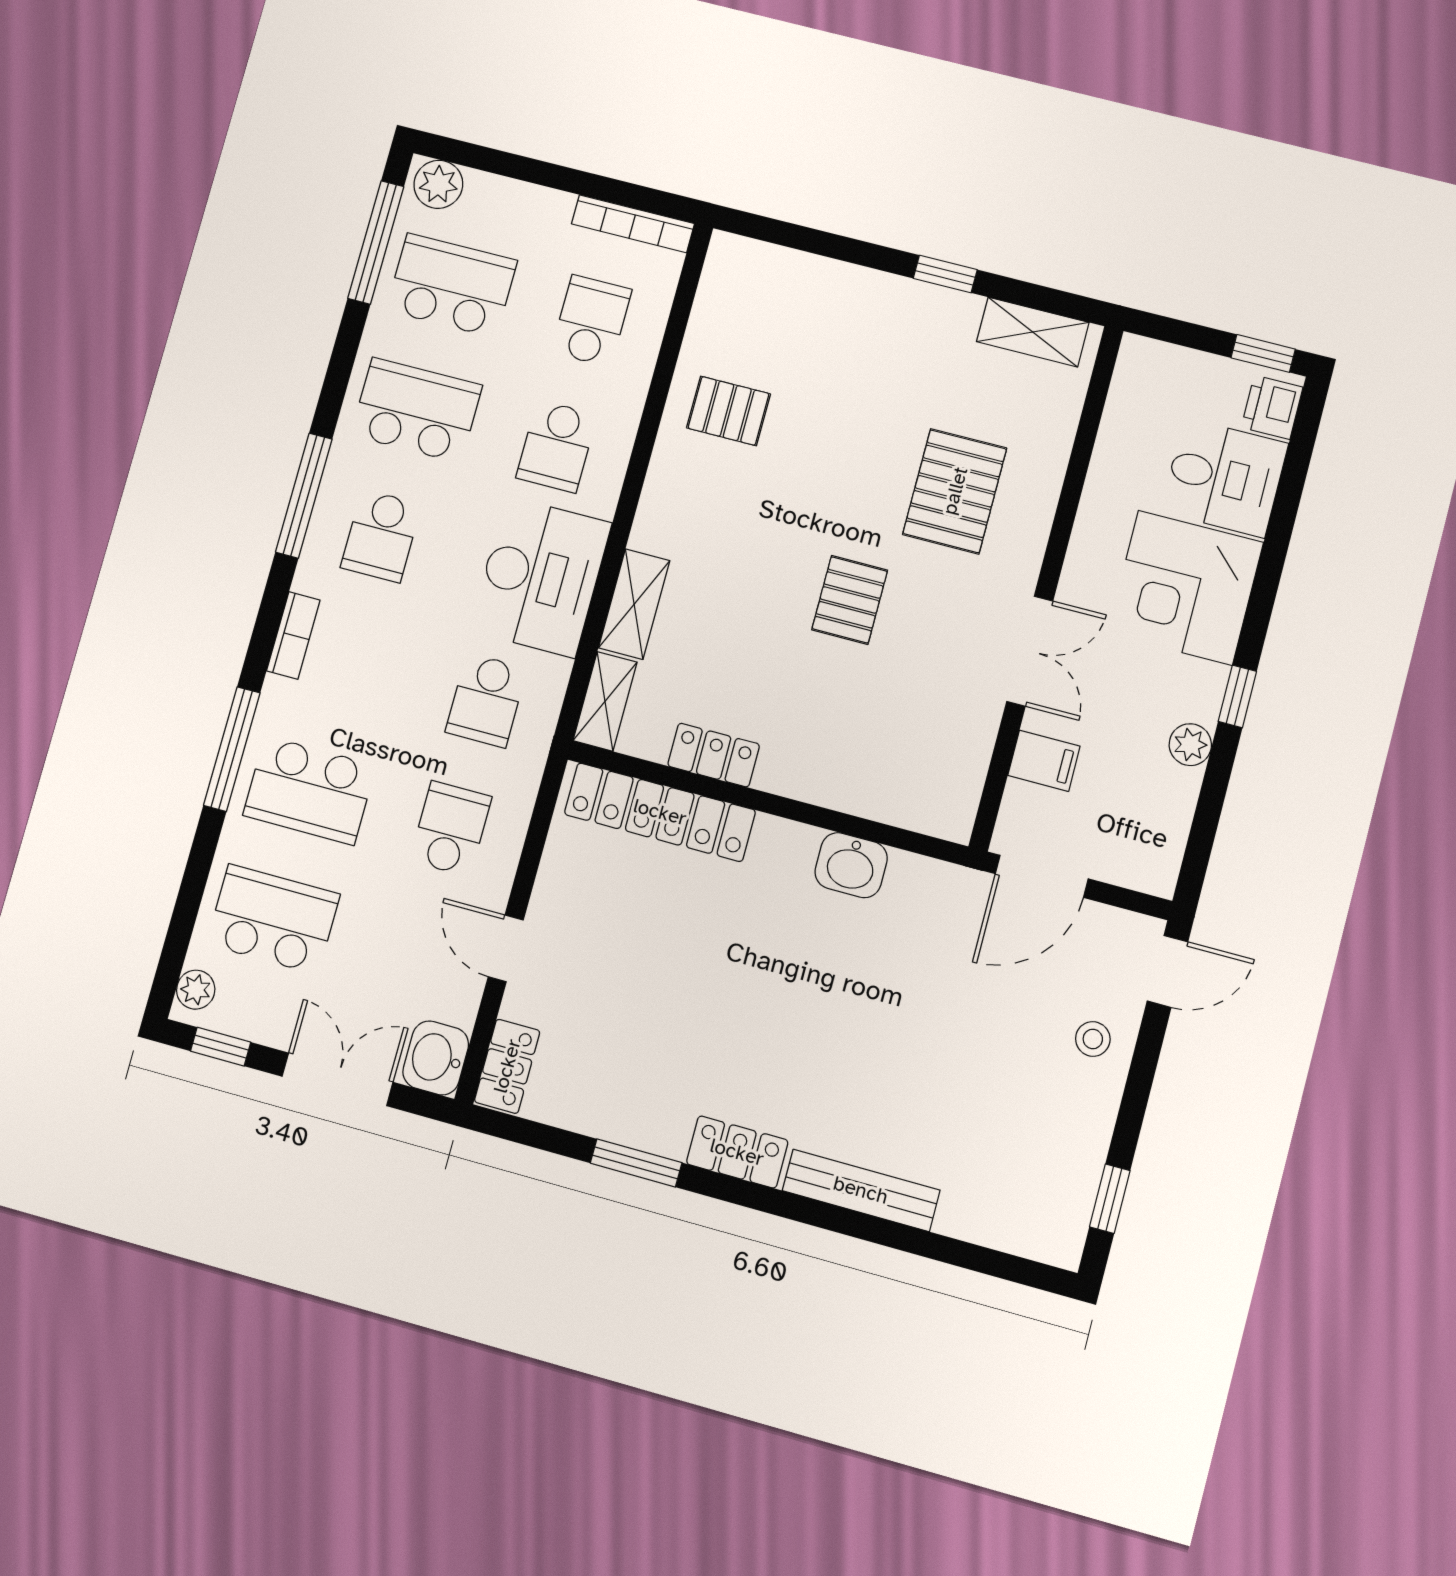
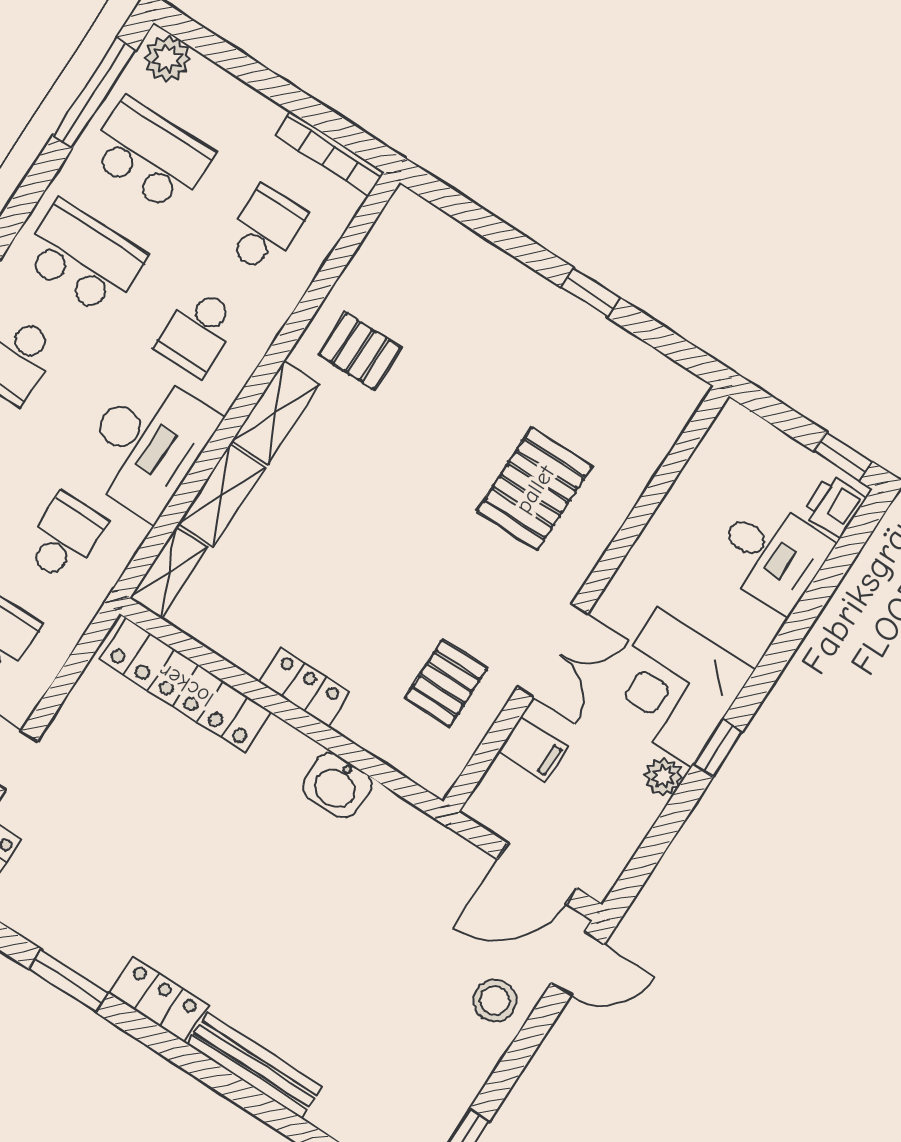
shelving: (1033, 332) -> (276, 412), moved, turned 90
corner desk: (1185, 588) -> (674, 687), moved
pallet: (850, 600) -> (446, 683), moved
school desk: (486, 700) -> (64, 538), turned 180
locker: (714, 755) -> (304, 687), moved
door: (1042, 876) -> (537, 874), moved
stool: (1093, 1039) -> (495, 1001), width x1.37, depth x1.37

